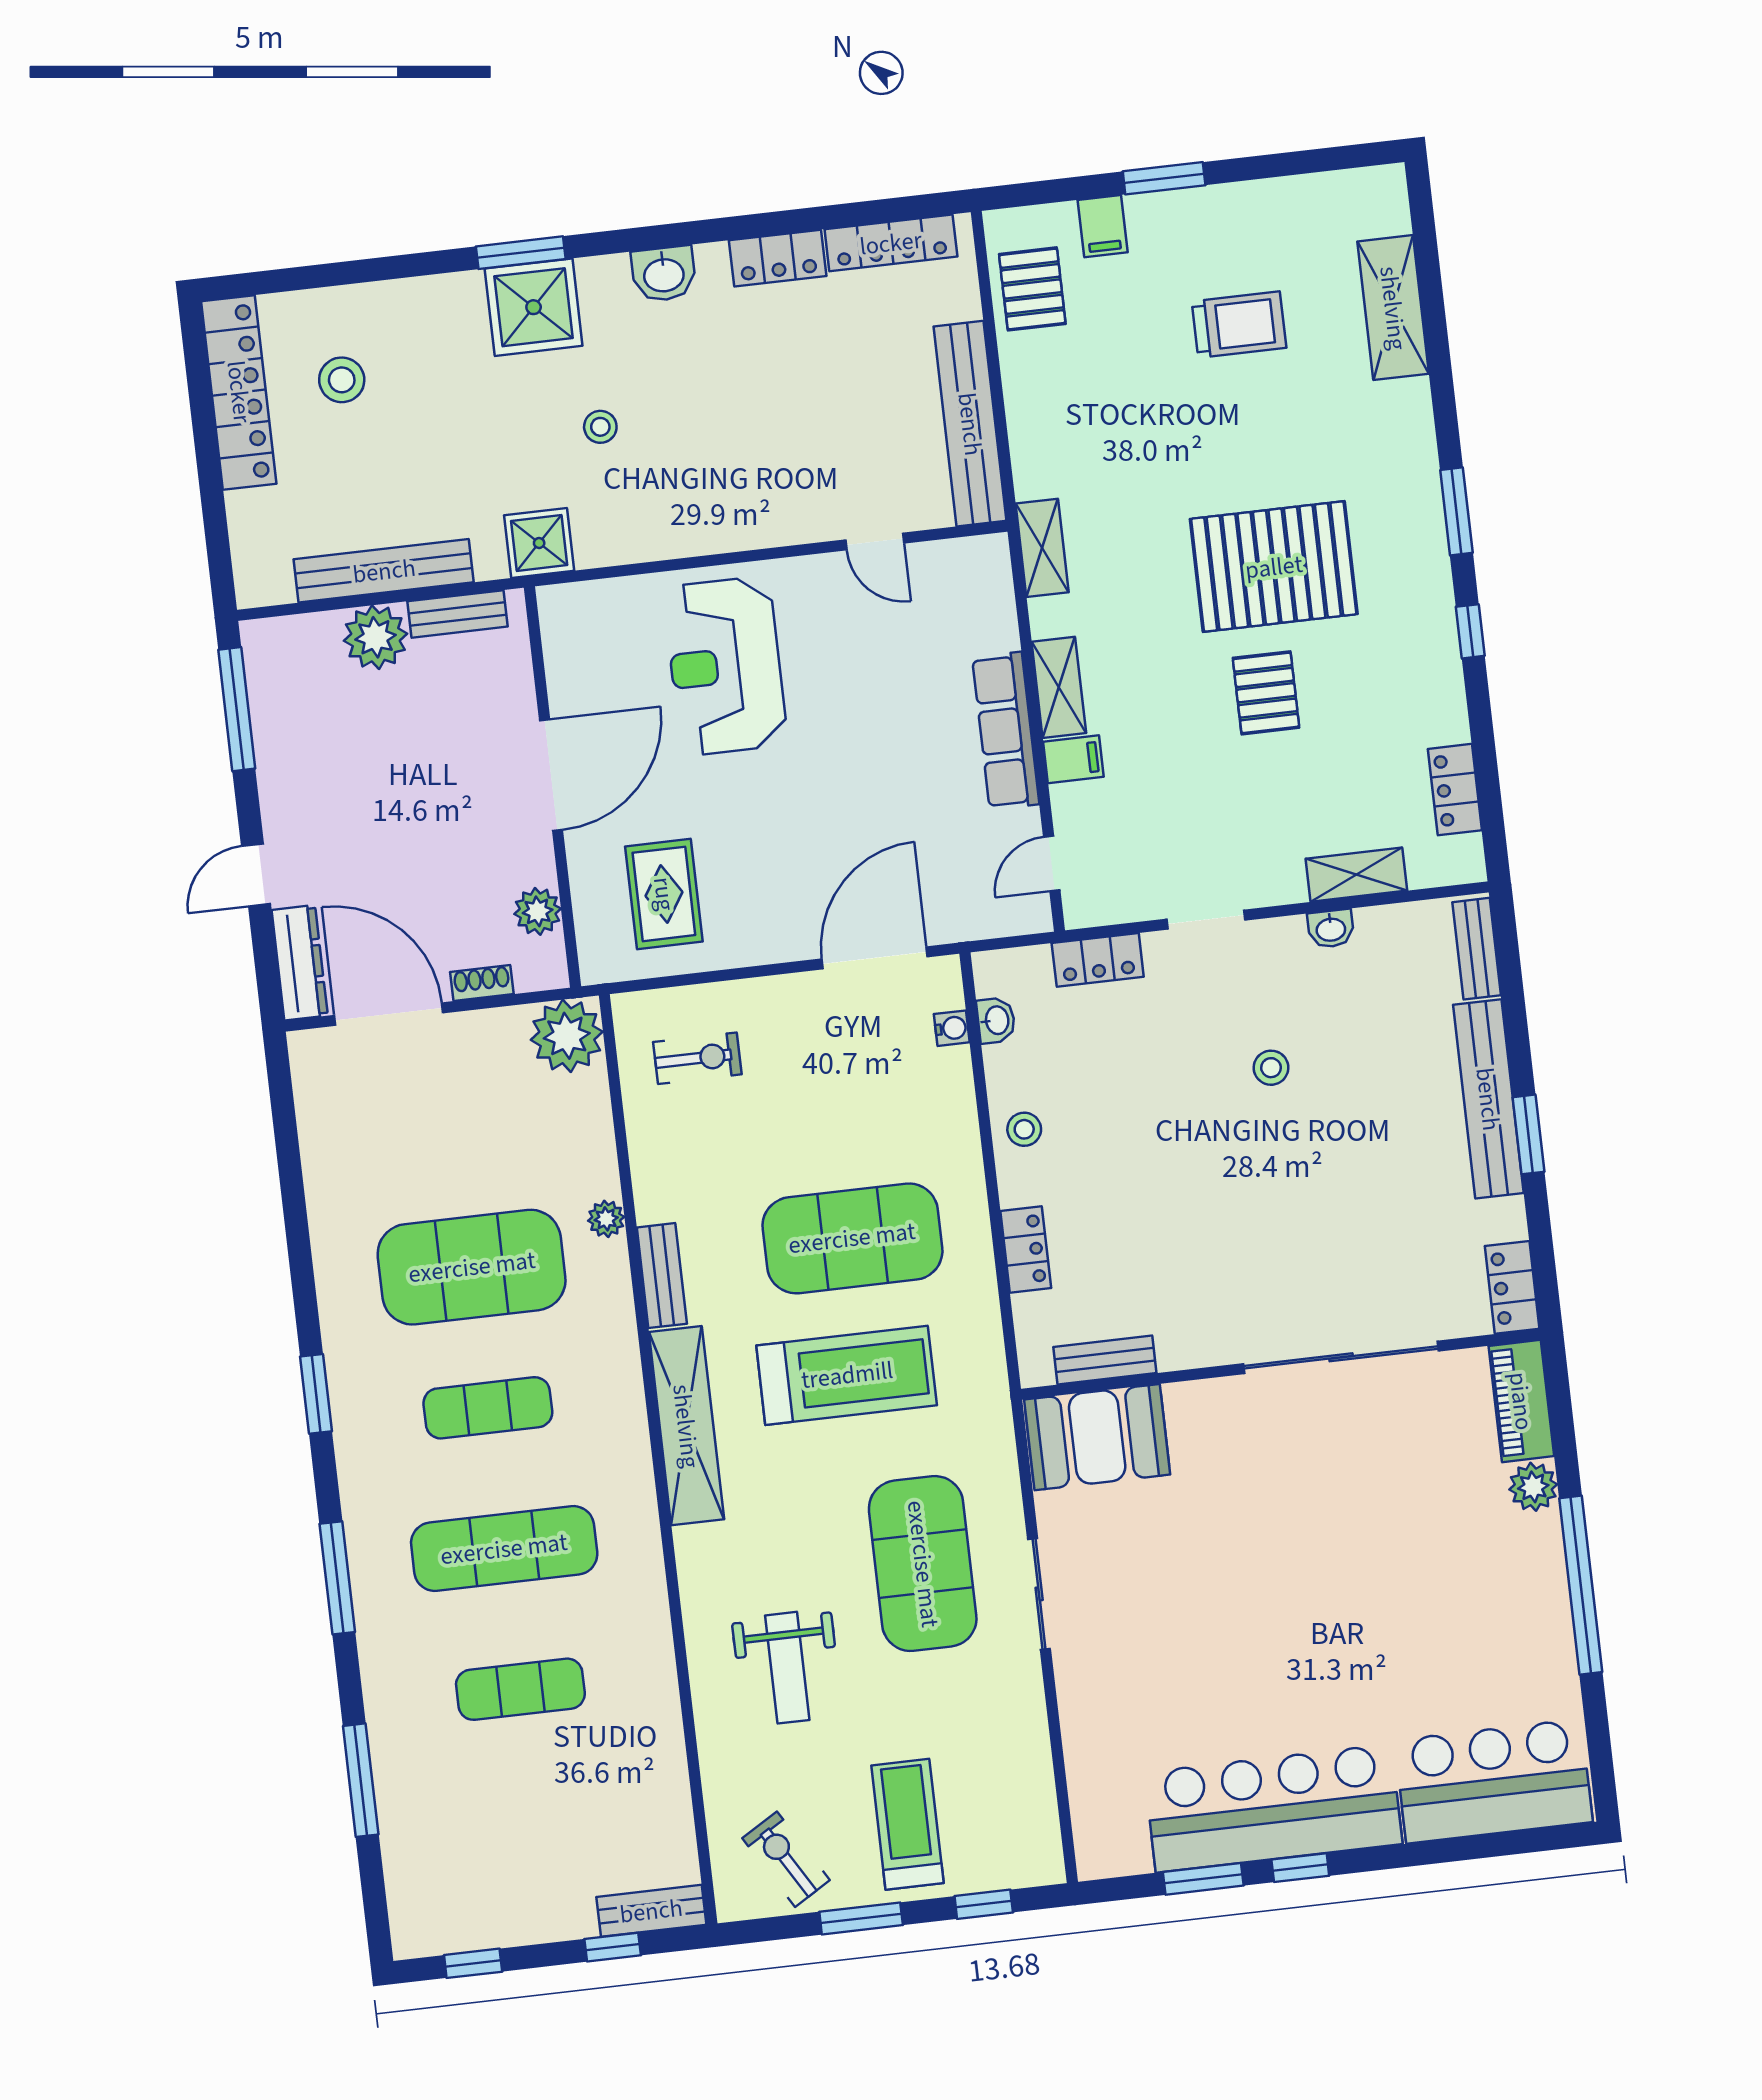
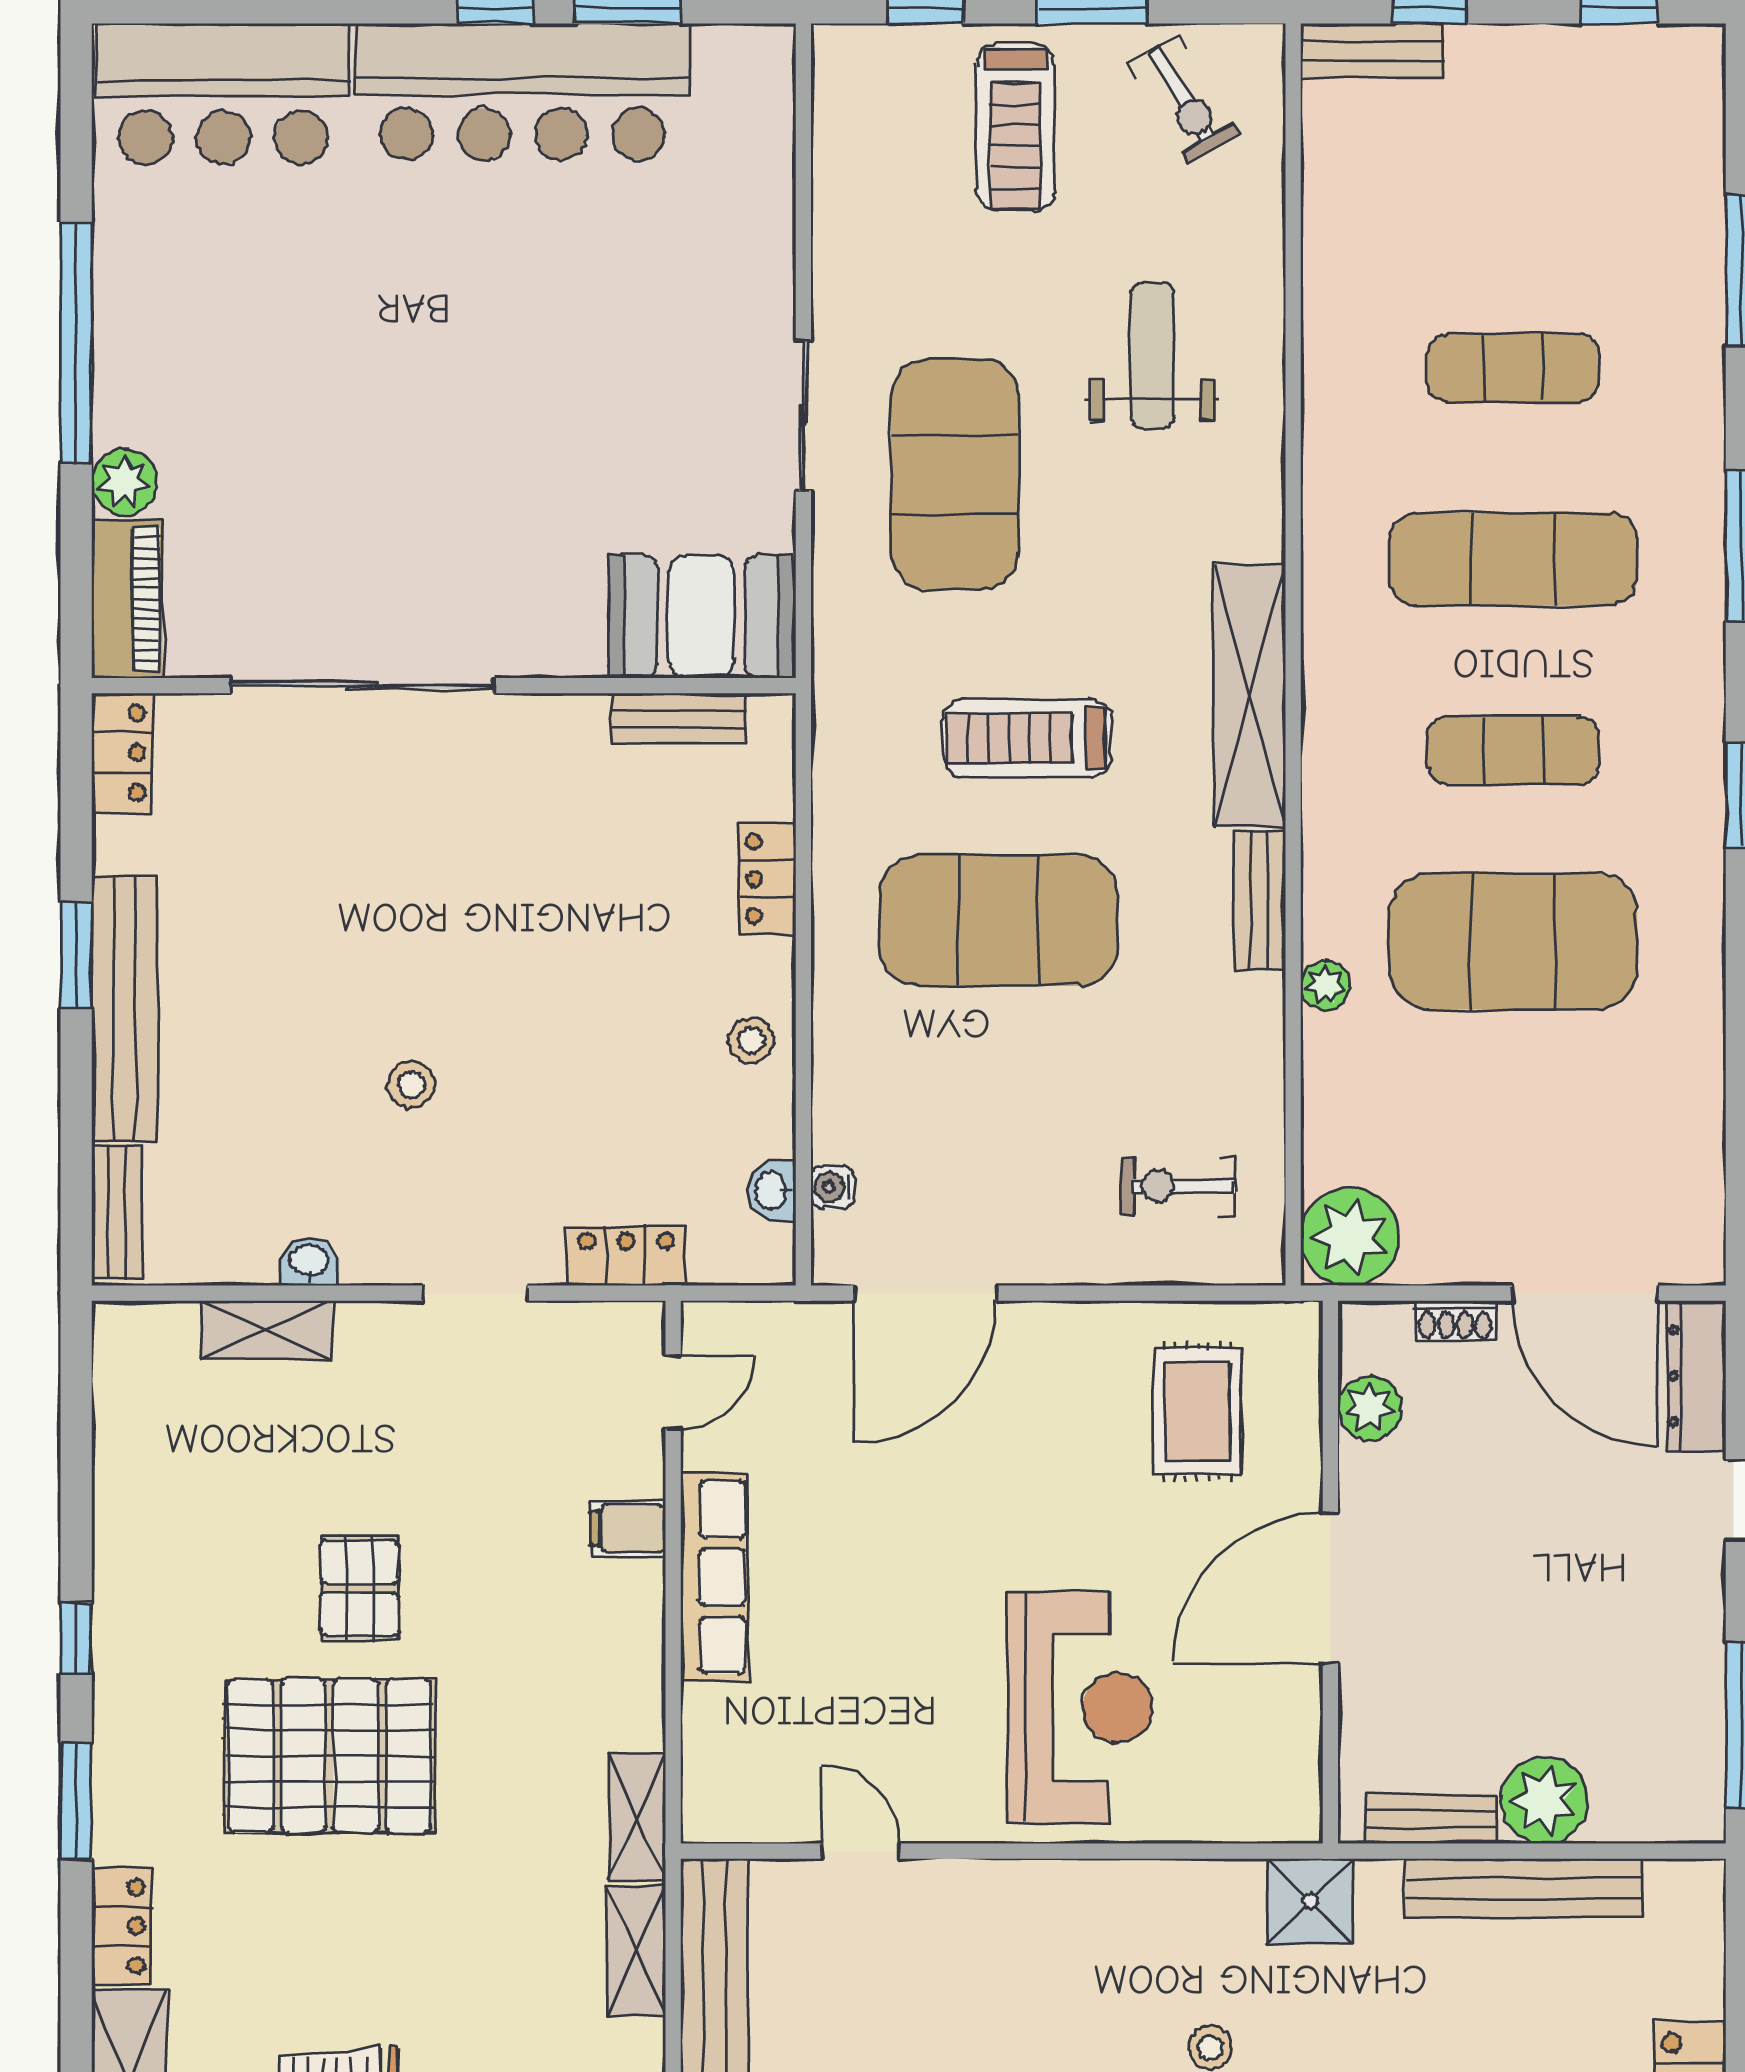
shelving: (1059, 687) -> (636, 1951), moved
locker: (1455, 790) -> (121, 1926), moved
treadmill: (847, 1375) -> (1027, 738), width x0.73, depth x0.73

